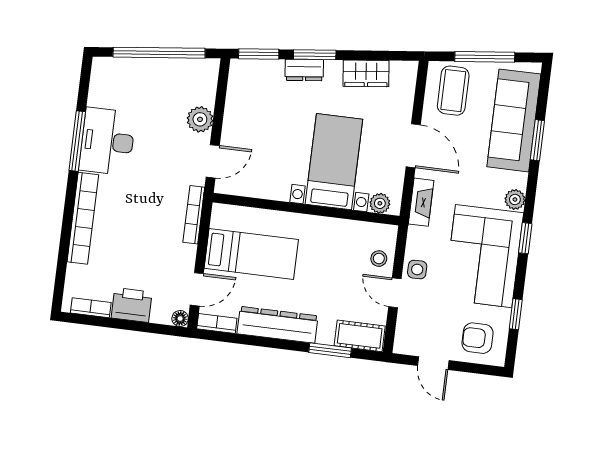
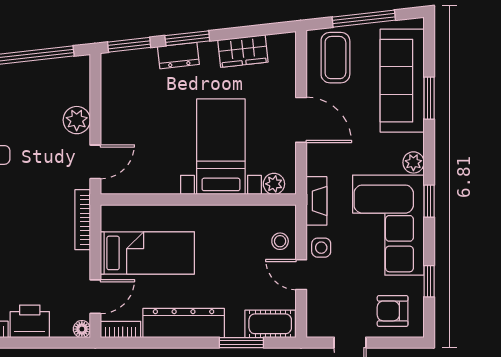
fireplace: (421, 202) -> (317, 201), moved

